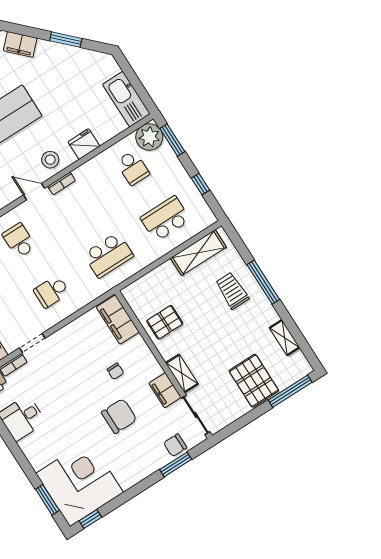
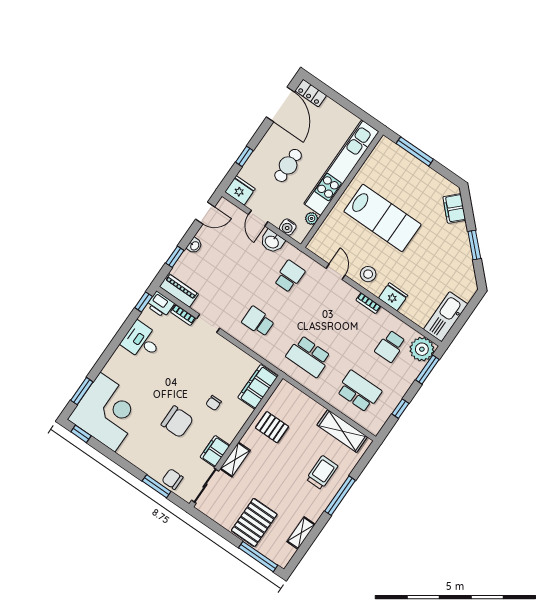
bookcase: (62, 184) -> (368, 303), moved

